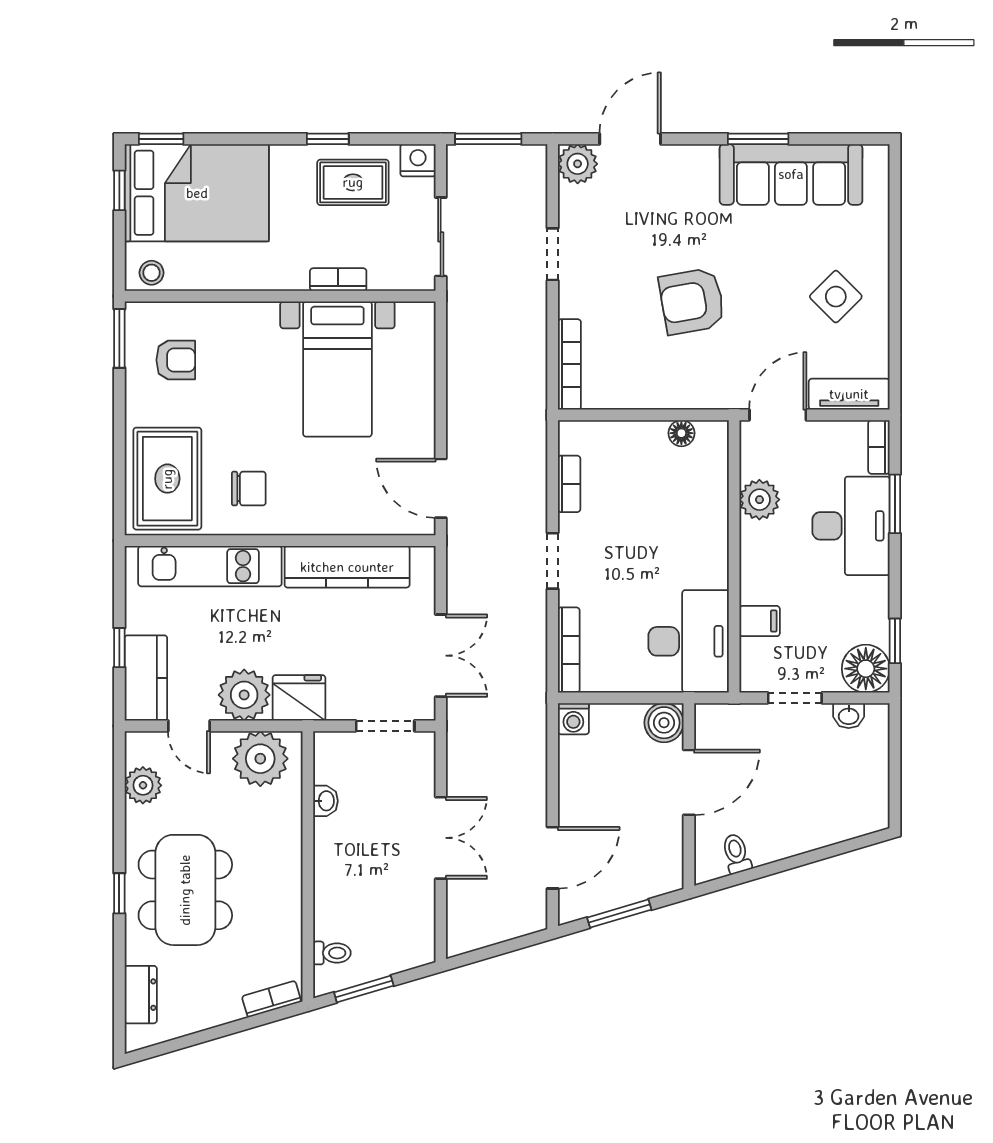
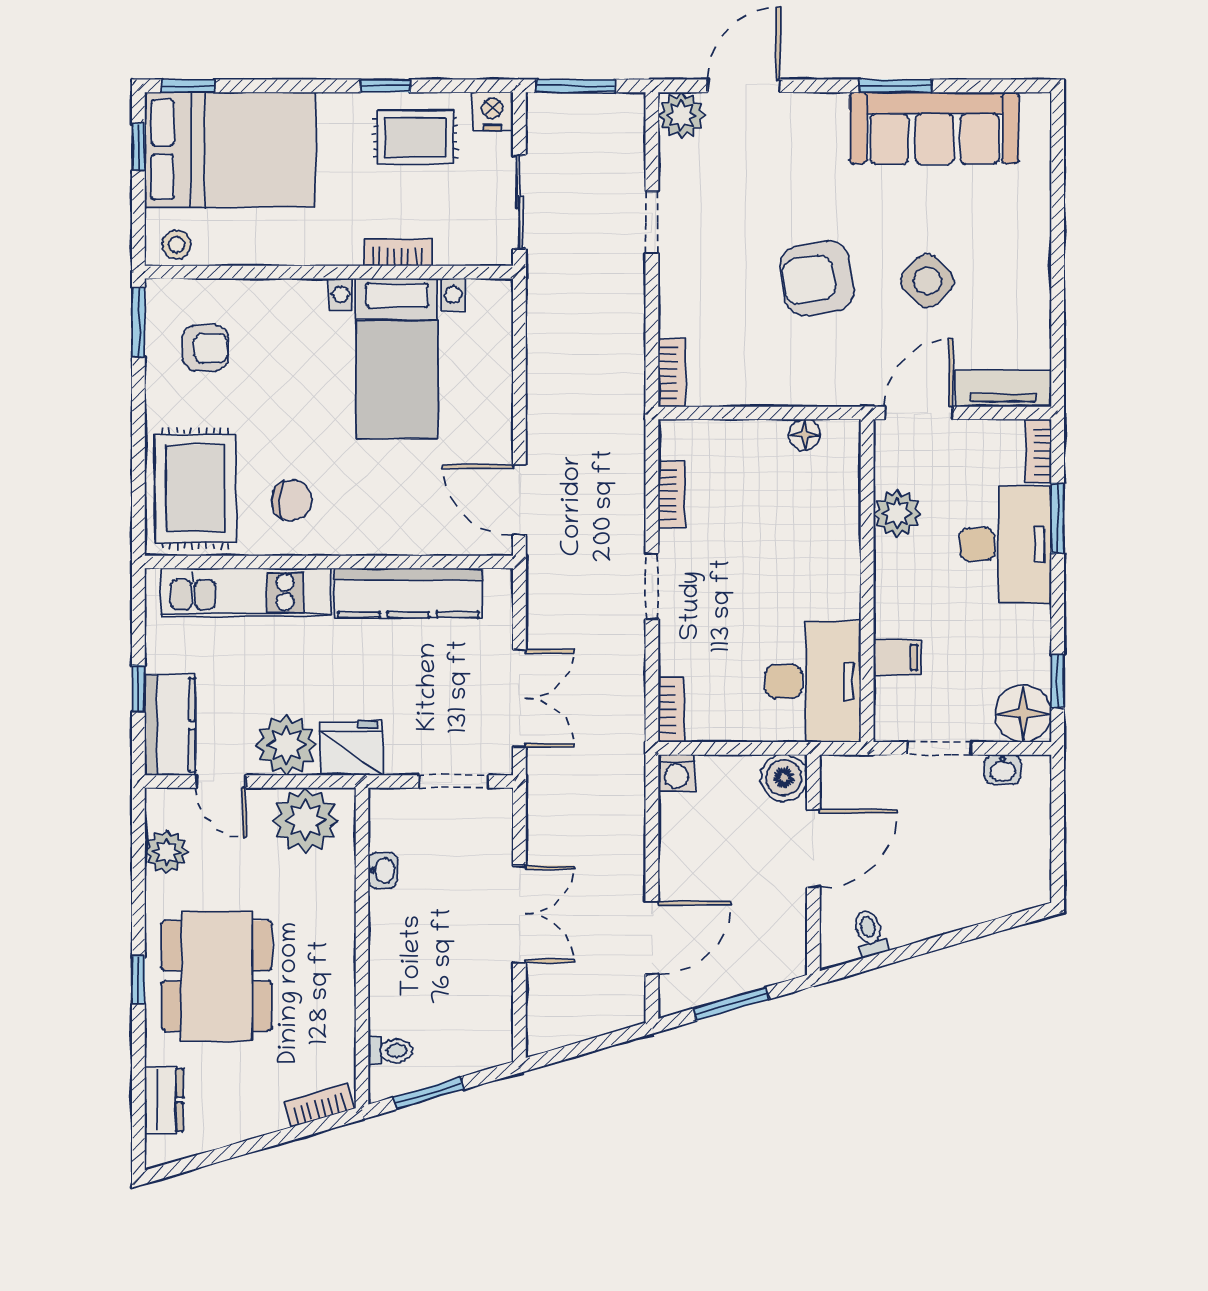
side table: (836, 297) -> (927, 281), moved
bookcase: (569, 364) -> (672, 372), width x0.64
bookcase: (569, 650) -> (671, 710), width x0.64

